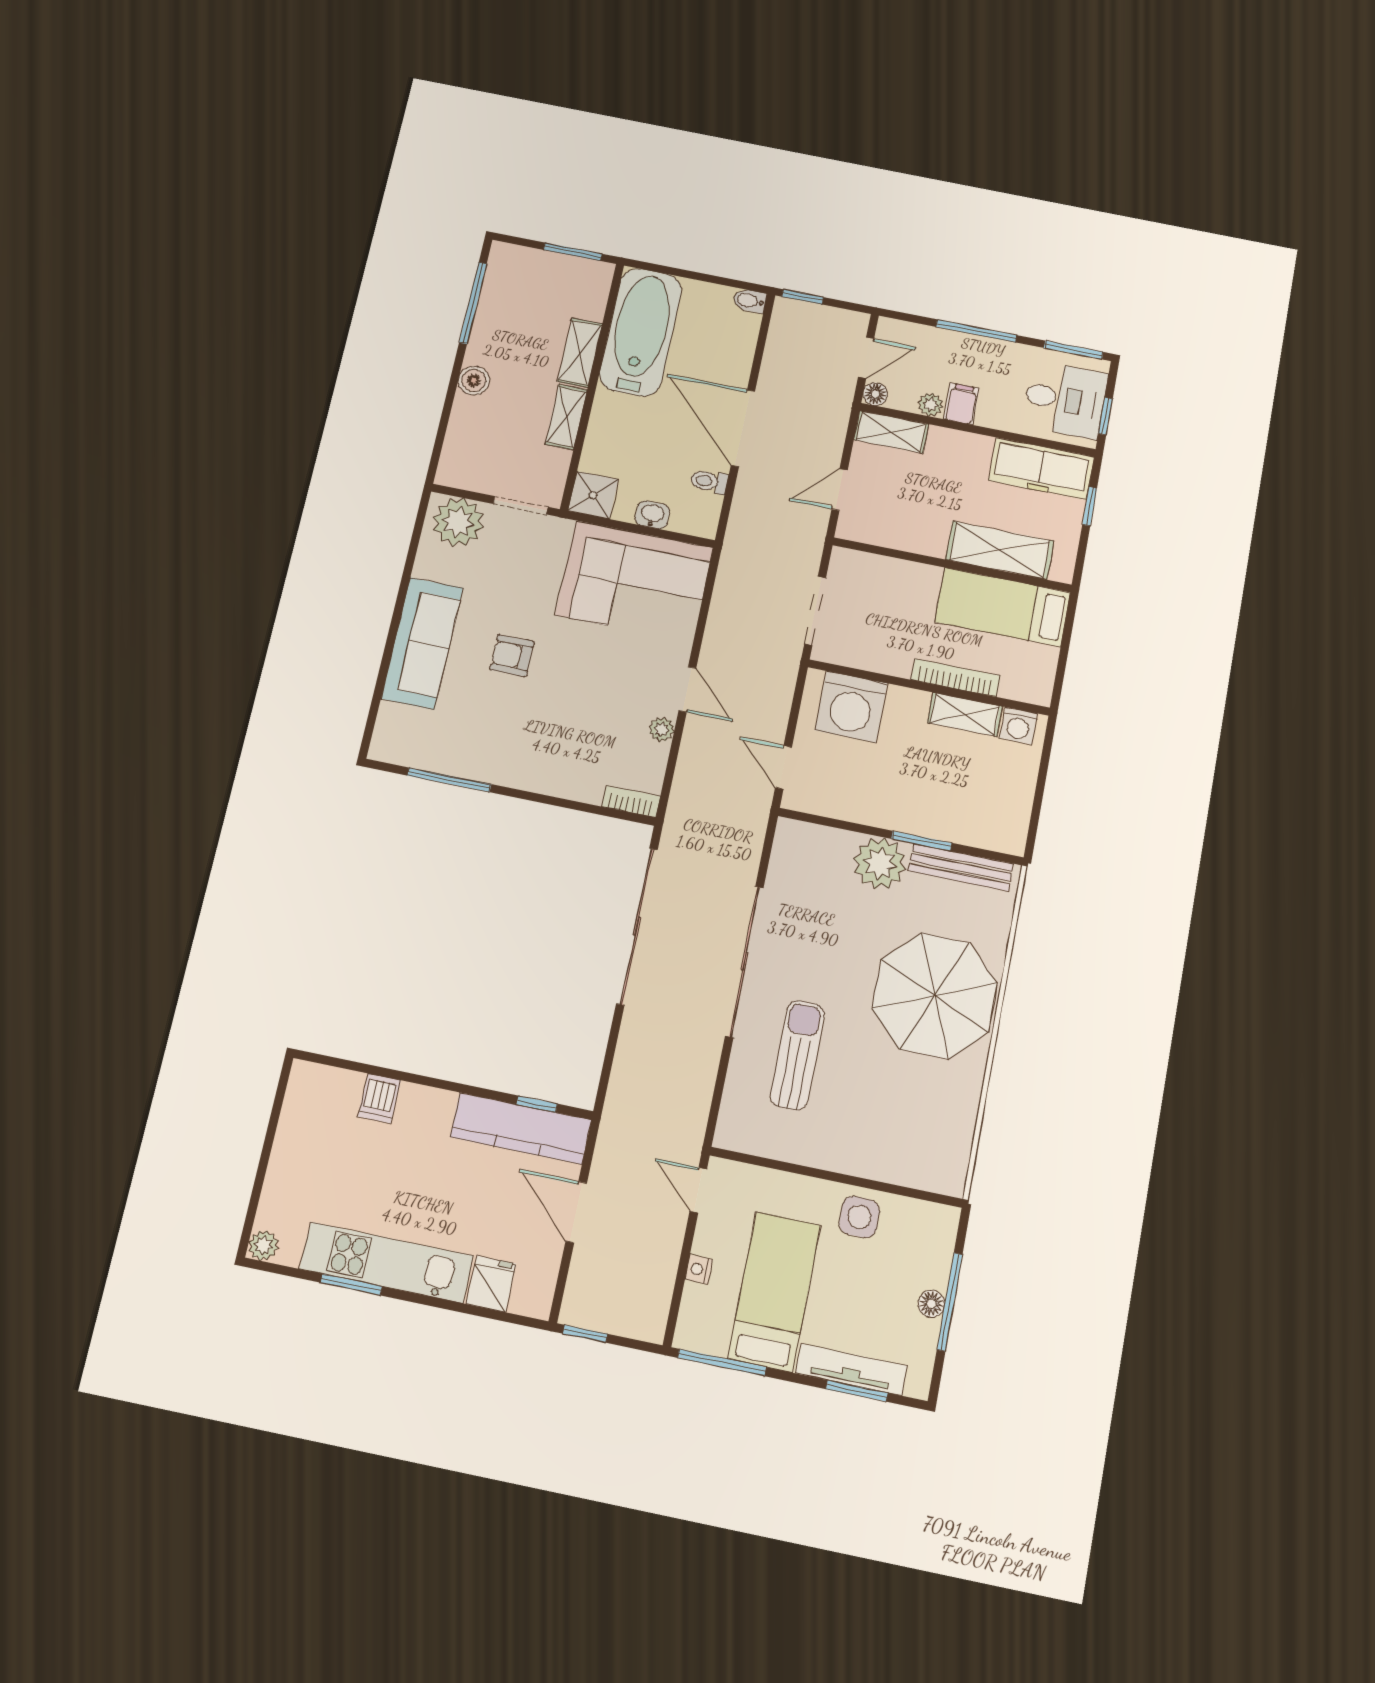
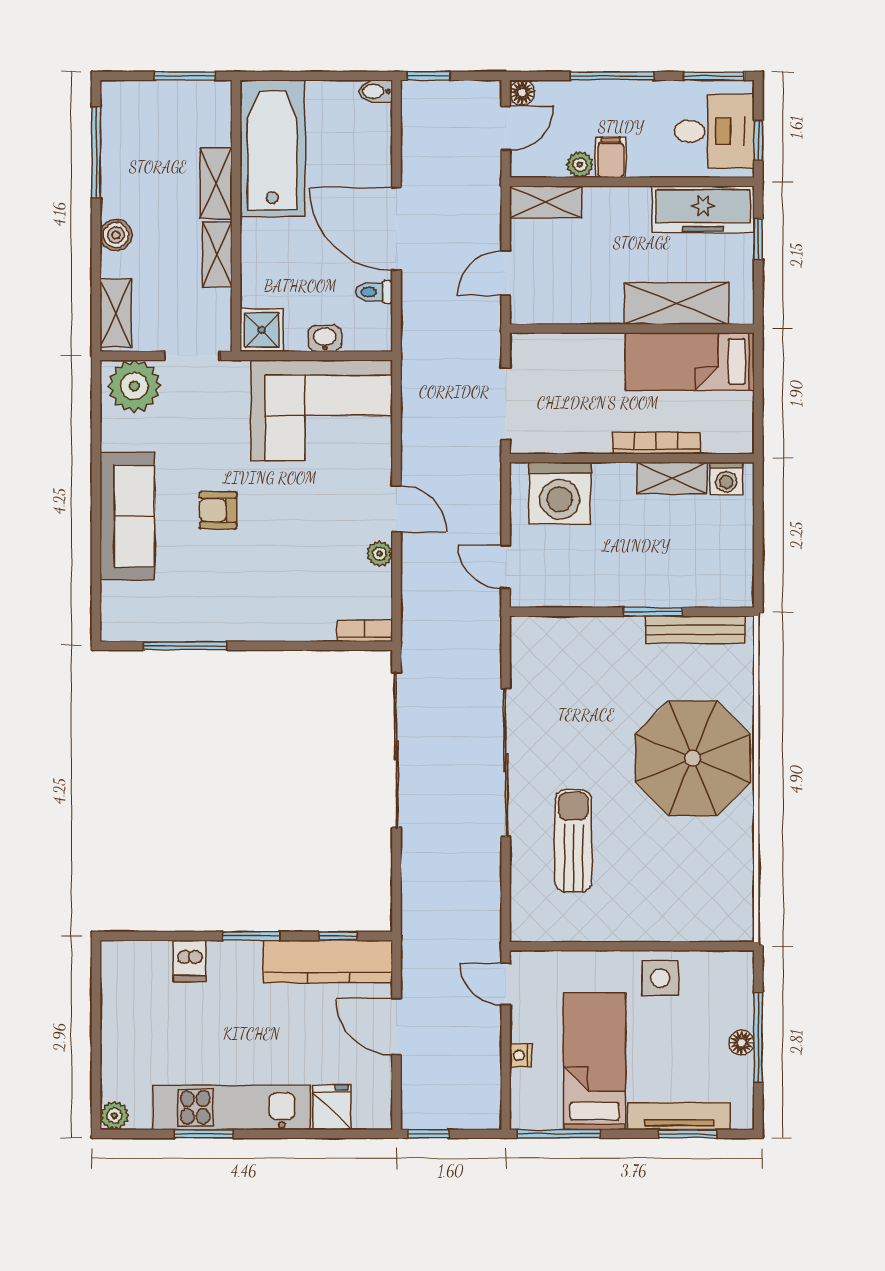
floor lamp: (875, 394) -> (522, 92), moved
shelving: (456, 451) -> (116, 313), added
plant: (880, 863) -> (617, 642), removed
window: (448, 1086) -> (251, 936), added

